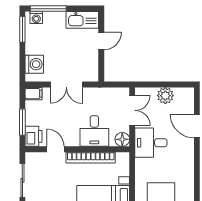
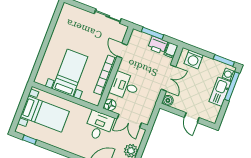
kitchen sink: (82, 20) -> (220, 92), moved
boiler: (92, 75) -> (168, 100), added
double door: (66, 85) -> (168, 78), swing flipped
printer: (34, 136) -> (158, 45), moved
door: (55, 149) -> (122, 51), swing flipped

